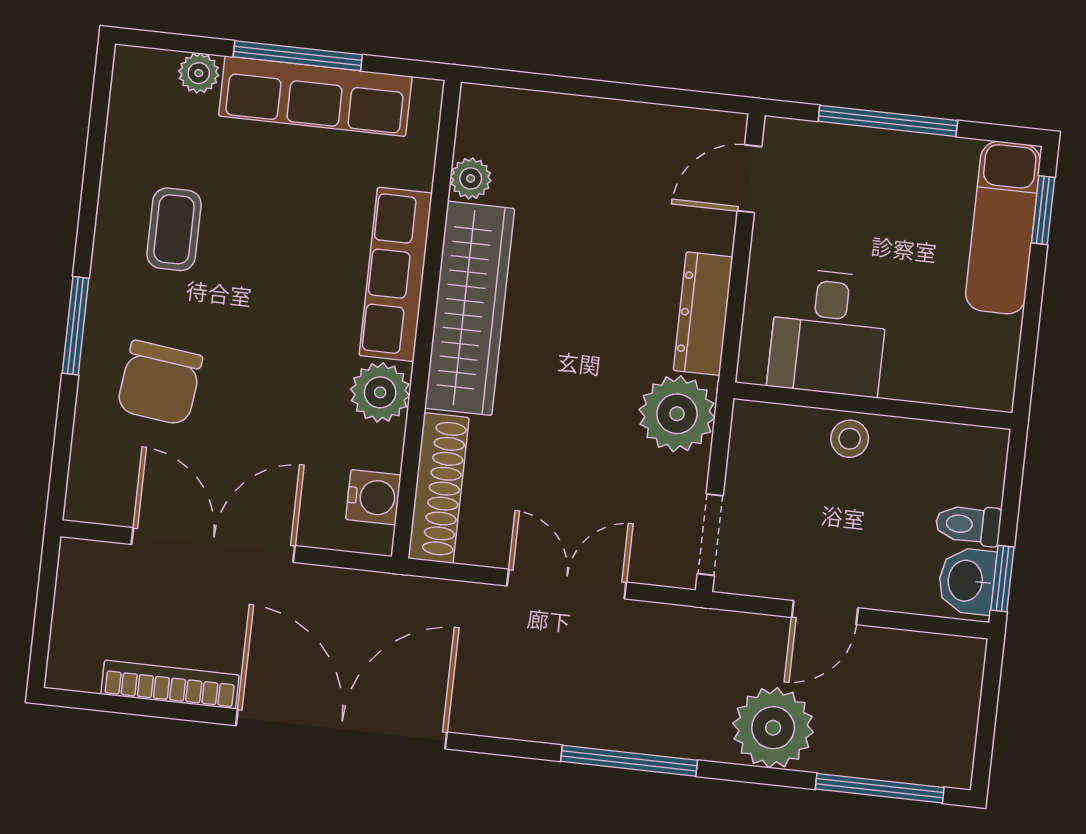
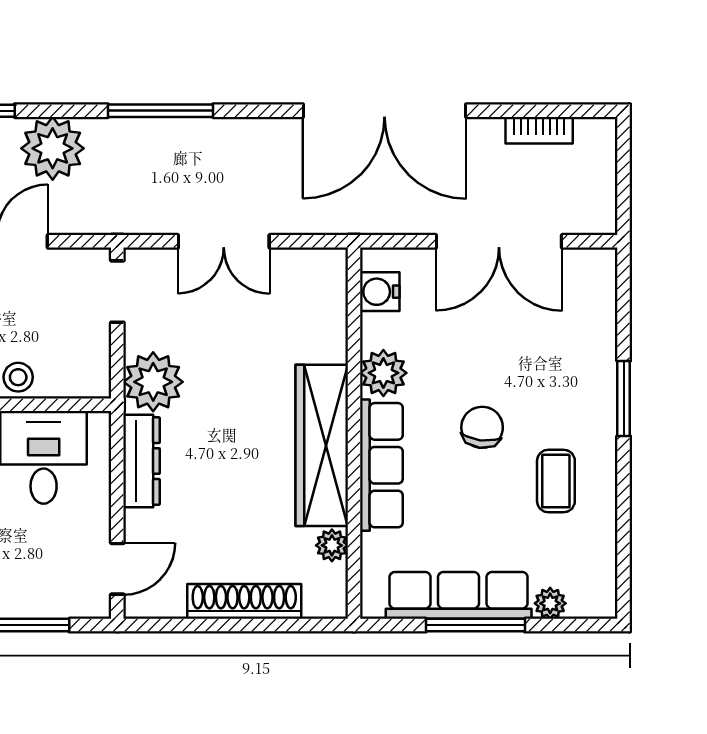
chair: (160, 383) -> (482, 427), moved, width x0.73, depth x0.73
shoe rack: (438, 488) -> (244, 601), moved, turned 90
bookcase: (170, 685) -> (539, 130), width x0.64

